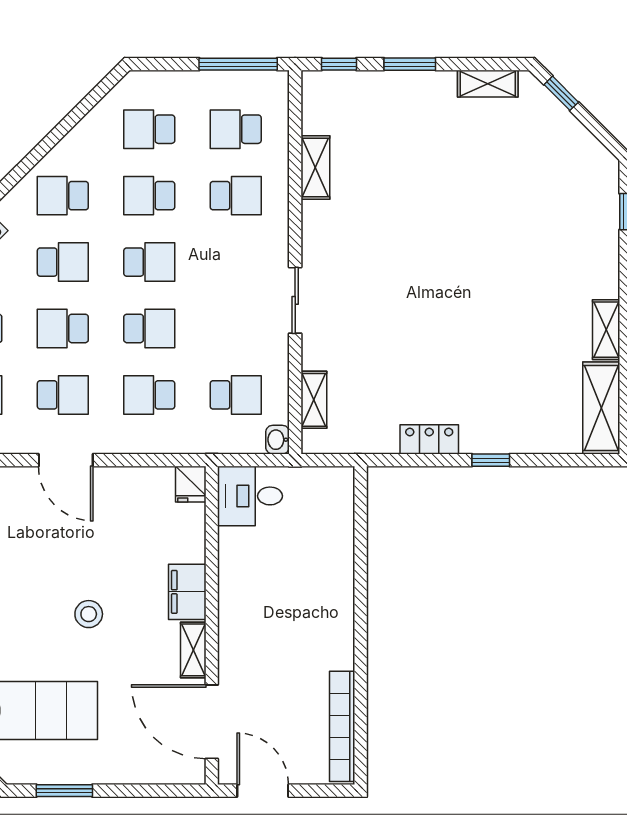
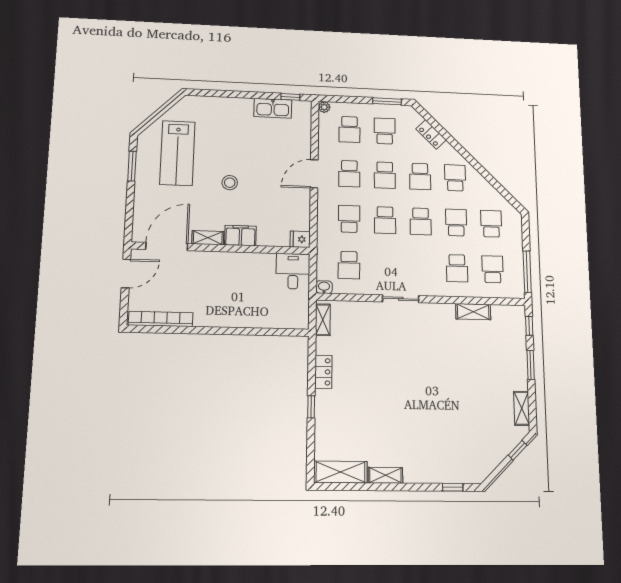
school desk: (63, 328) -> (385, 175), turned 180
shelving: (314, 400) -> (323, 320), moved, turned 90

